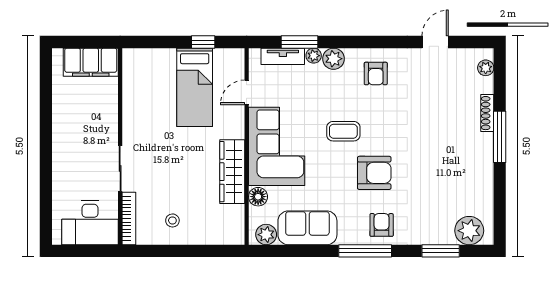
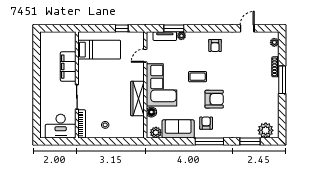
plant: (333, 59) -> (192, 37), removed
filing cabinet: (91, 62) -> (68, 67), moved, turned 90
bed: (195, 87) -> (99, 50), moved, turned -90
armchair: (382, 225) -> (206, 123), moved

